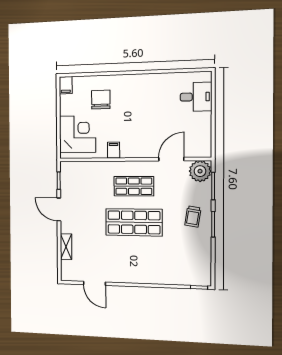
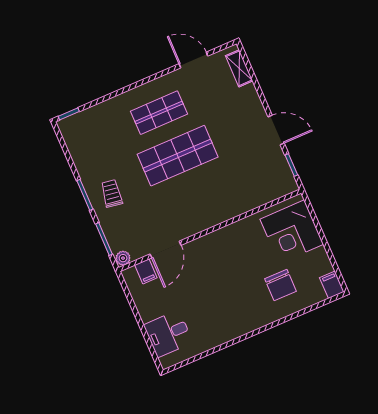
filing cabinet: (114, 150) -> (146, 271), moved
plant: (200, 171) -> (123, 258), width x0.53, depth x0.53
shop shelf: (134, 186) -> (159, 113), moved
shelving: (66, 247) -> (239, 68), moved

